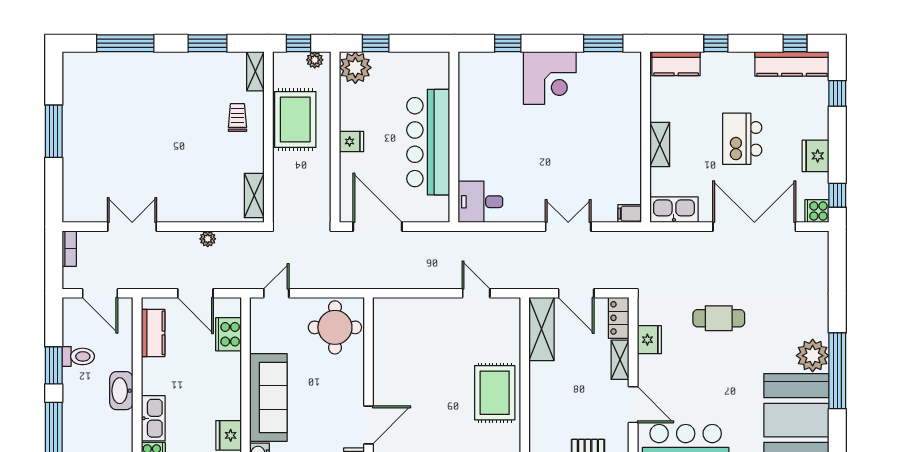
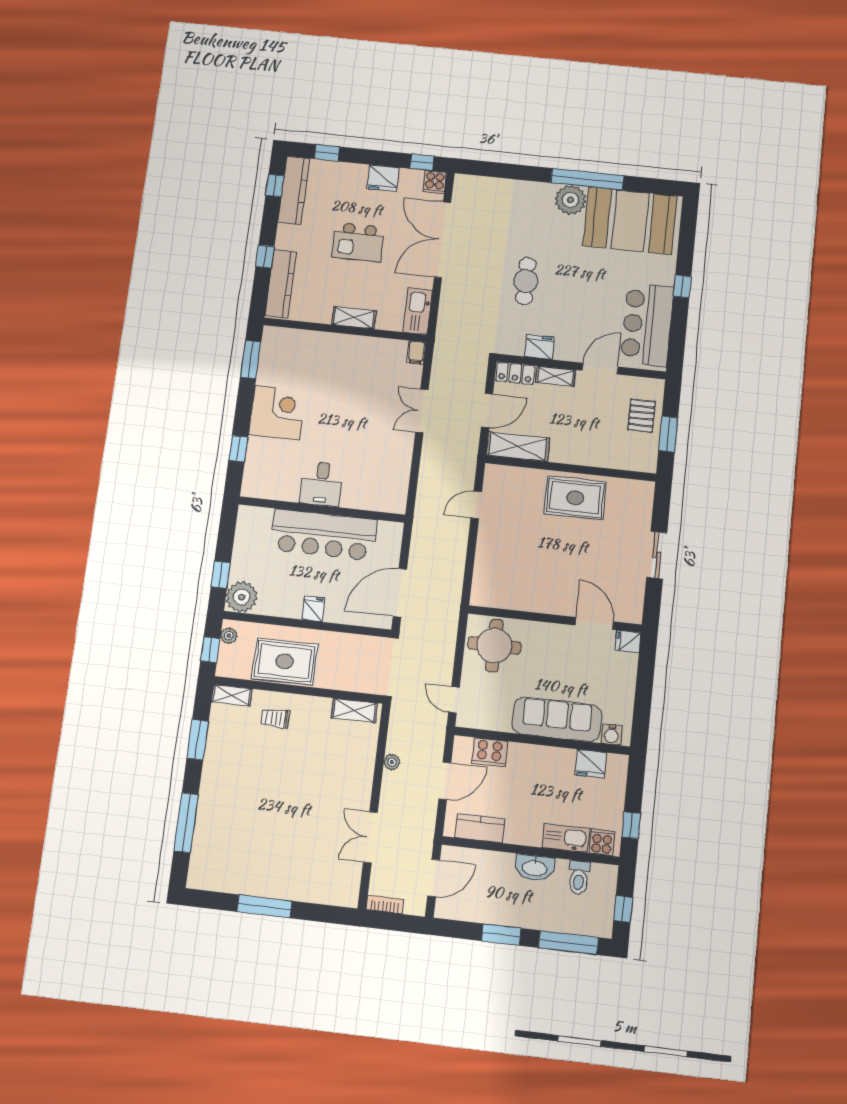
kitchen counter: (676, 64) -> (281, 284), width x1.50
desk: (480, 202) -> (322, 484), moved
toilet: (78, 356) -> (579, 878), moved, turned 180

